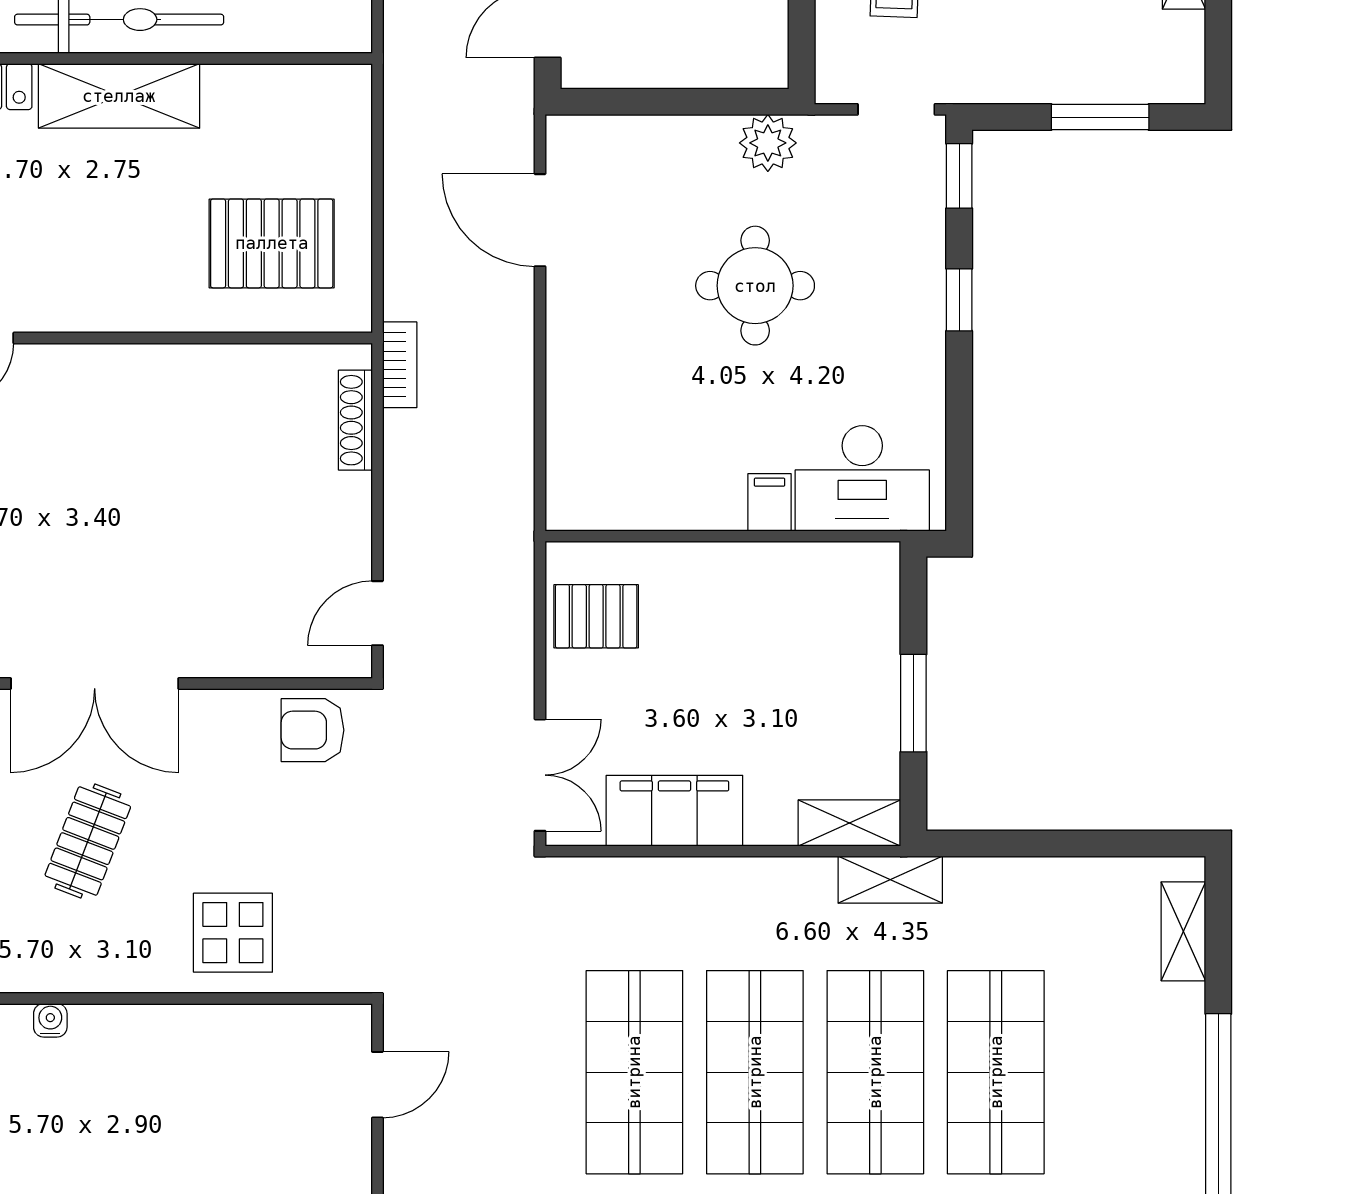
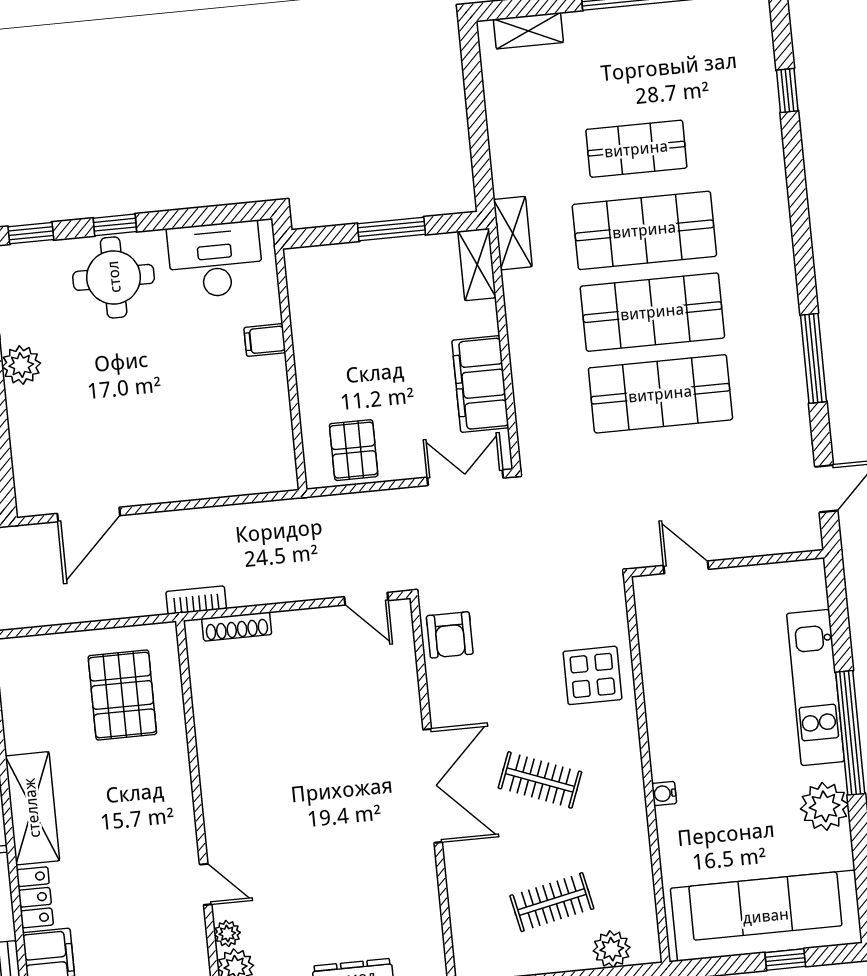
round table: (755, 286) -> (114, 277), moved
desk: (862, 478) -> (215, 260), moved, turned -90
shop shelf: (996, 1072) -> (636, 149), width x0.70, depth x0.74

